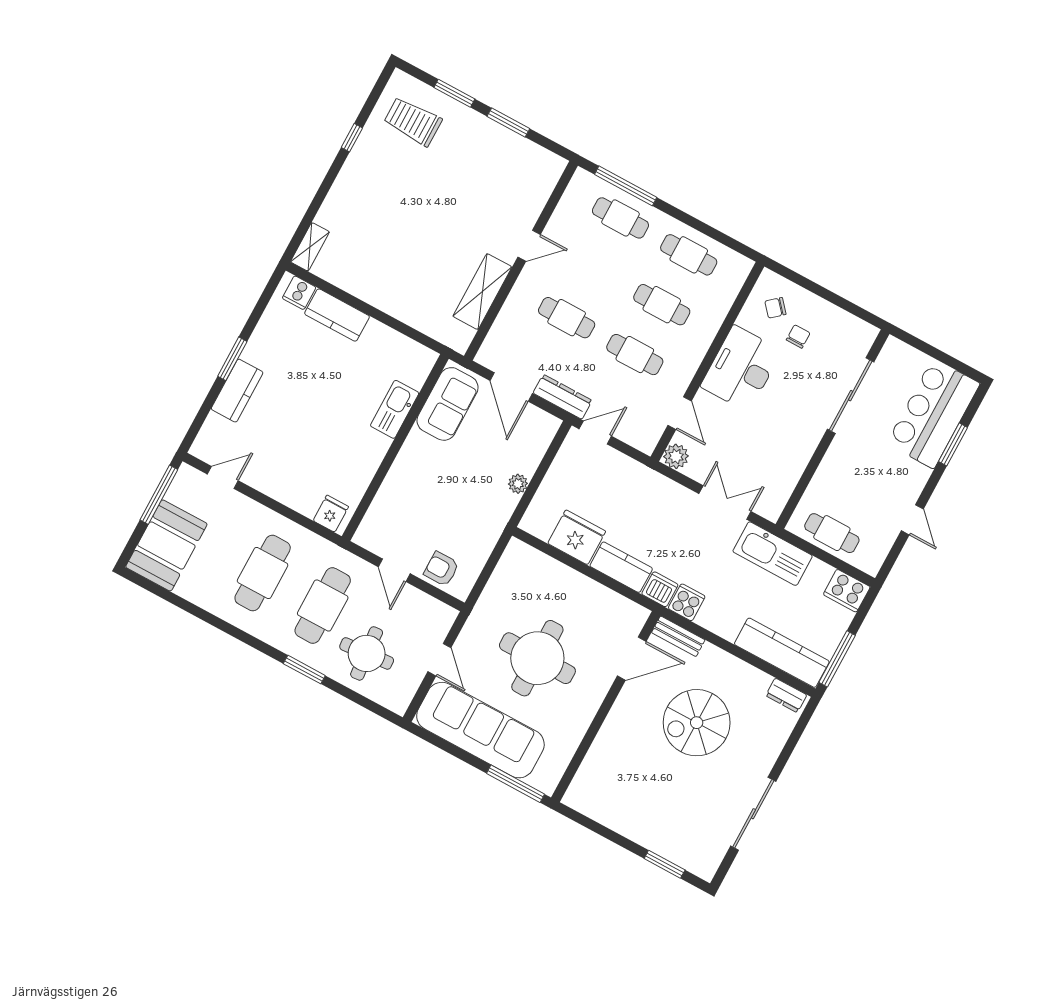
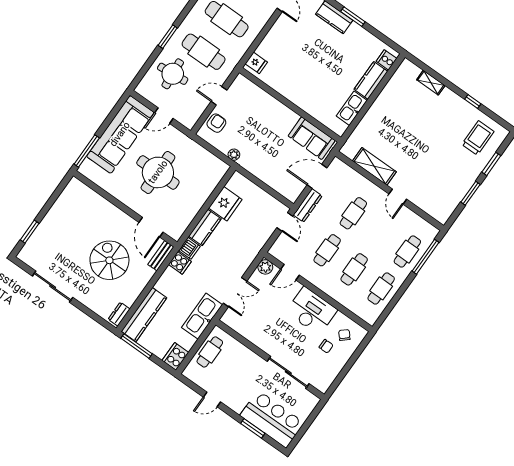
shelving: (310, 247) -> (431, 83), moved
kitchen sink: (395, 409) -> (352, 108), moved, turned -90
plant: (518, 484) -> (234, 155), moved

